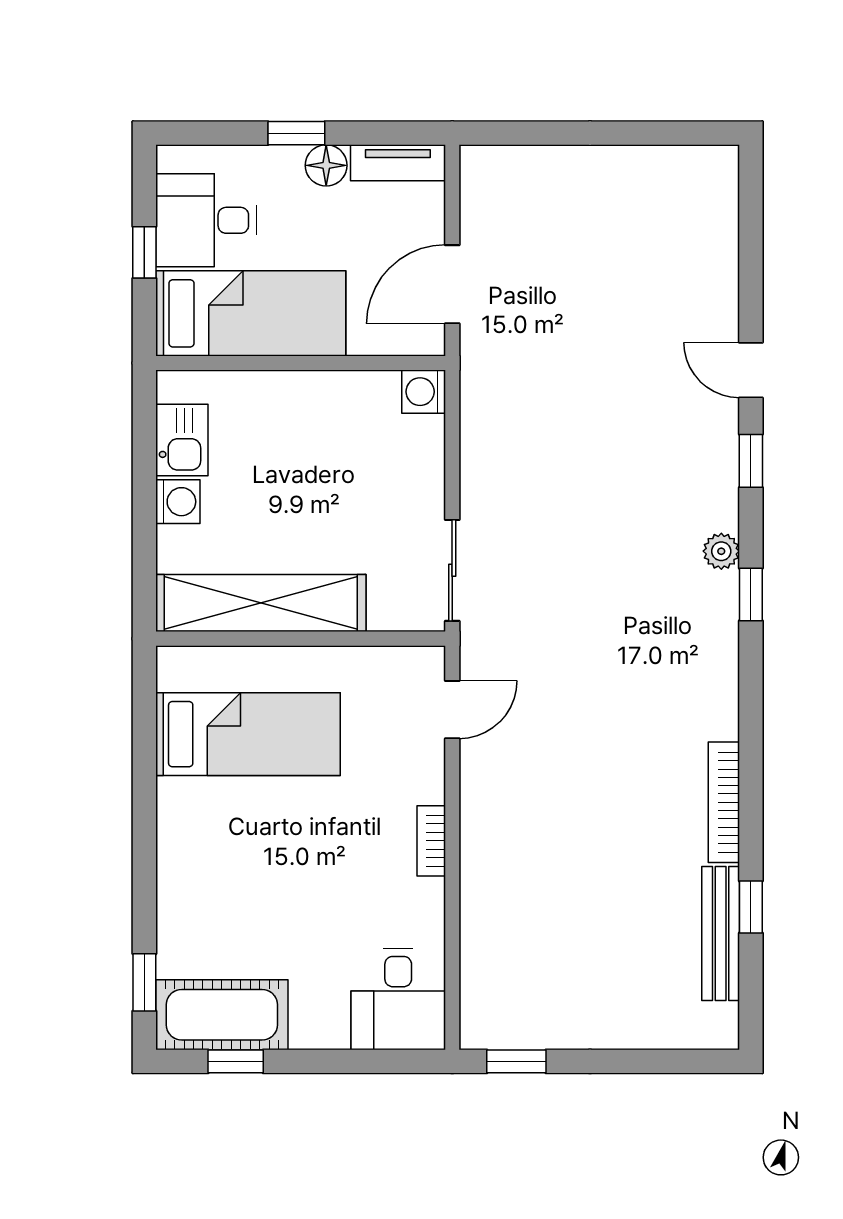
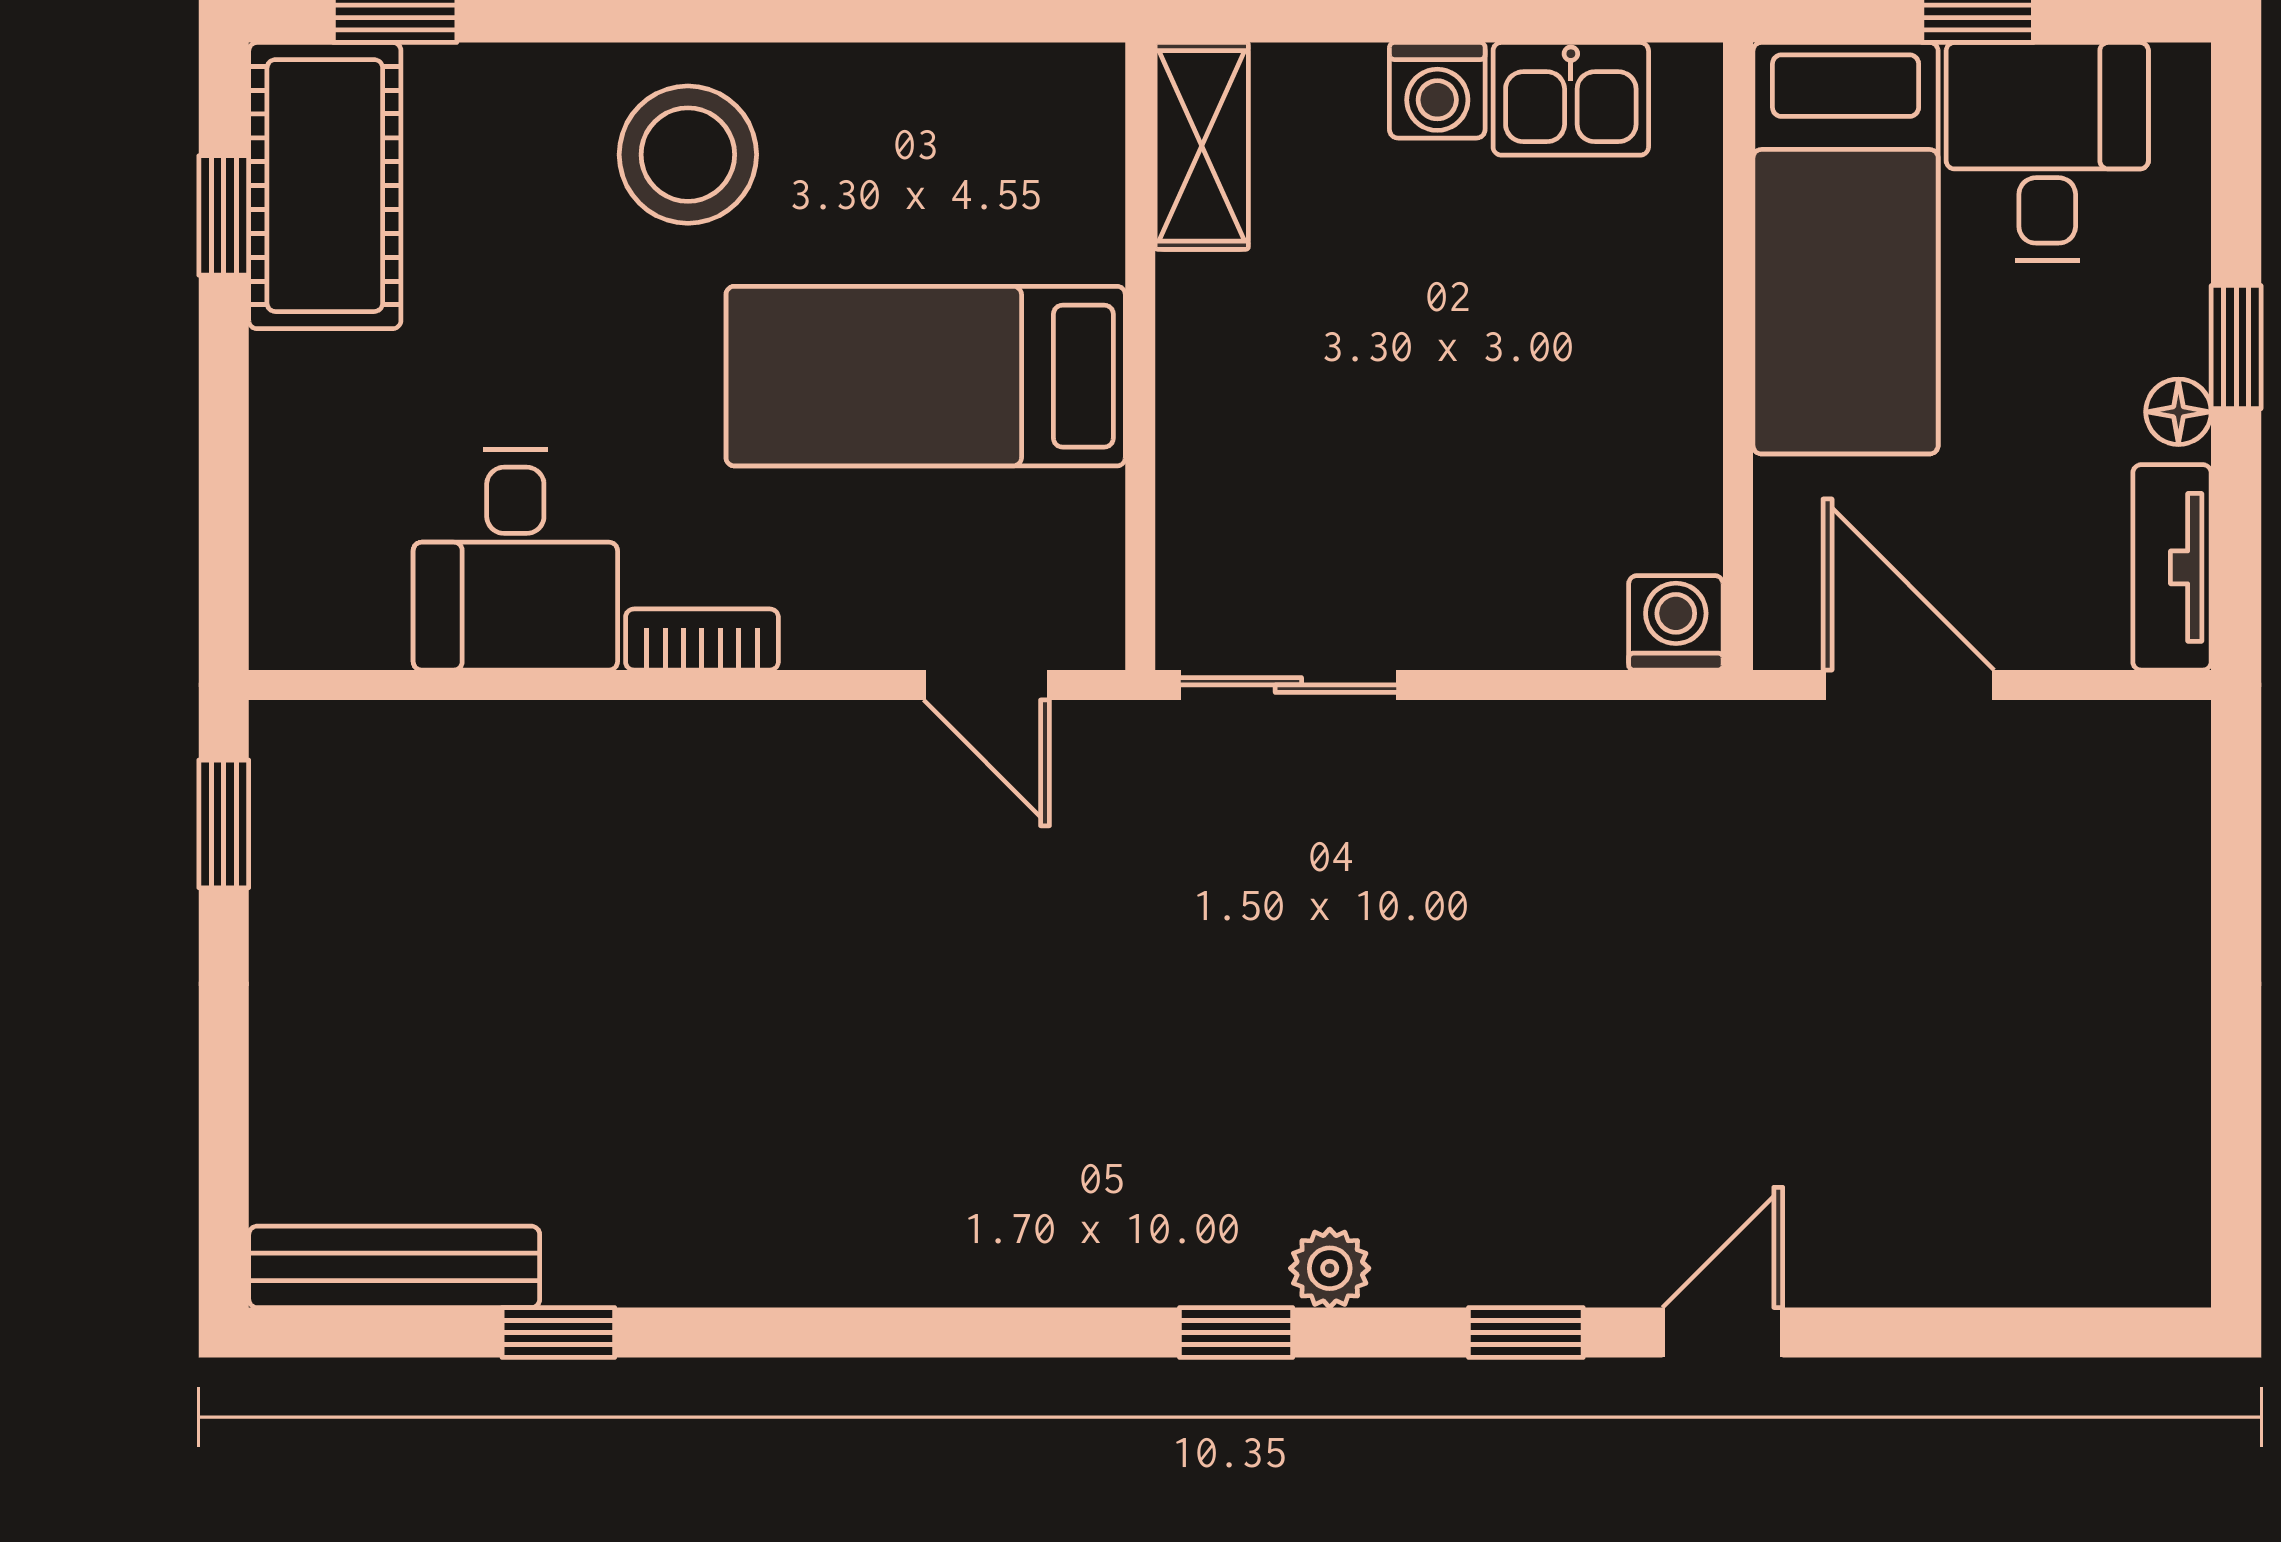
floor lamp: (326, 165) -> (2178, 412), width x0.73, depth x0.73
shelving: (261, 603) -> (1202, 146), width x0.45, depth x0.75
bed: (248, 734) -> (926, 376), moved, turned 90
bookcase: (724, 802) -> (785, 1274), removed
stool: (208, 847) -> (688, 155), added
bench: (721, 934) -> (394, 1267), moved
desk: (398, 999) -> (515, 560), moved, turned -90

